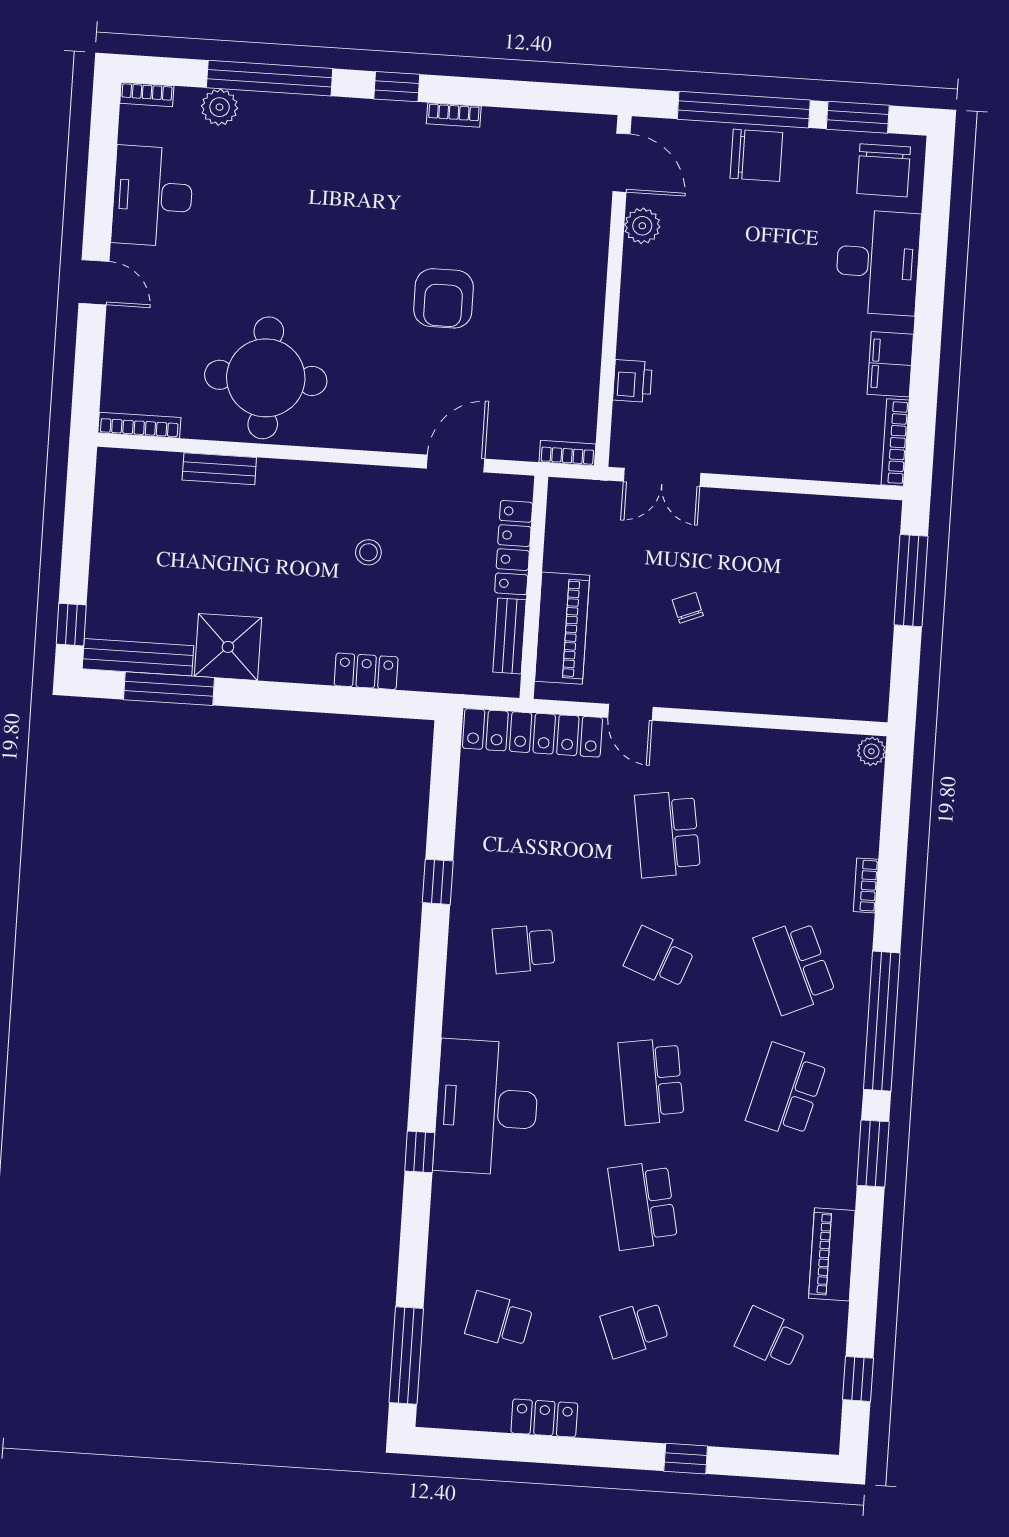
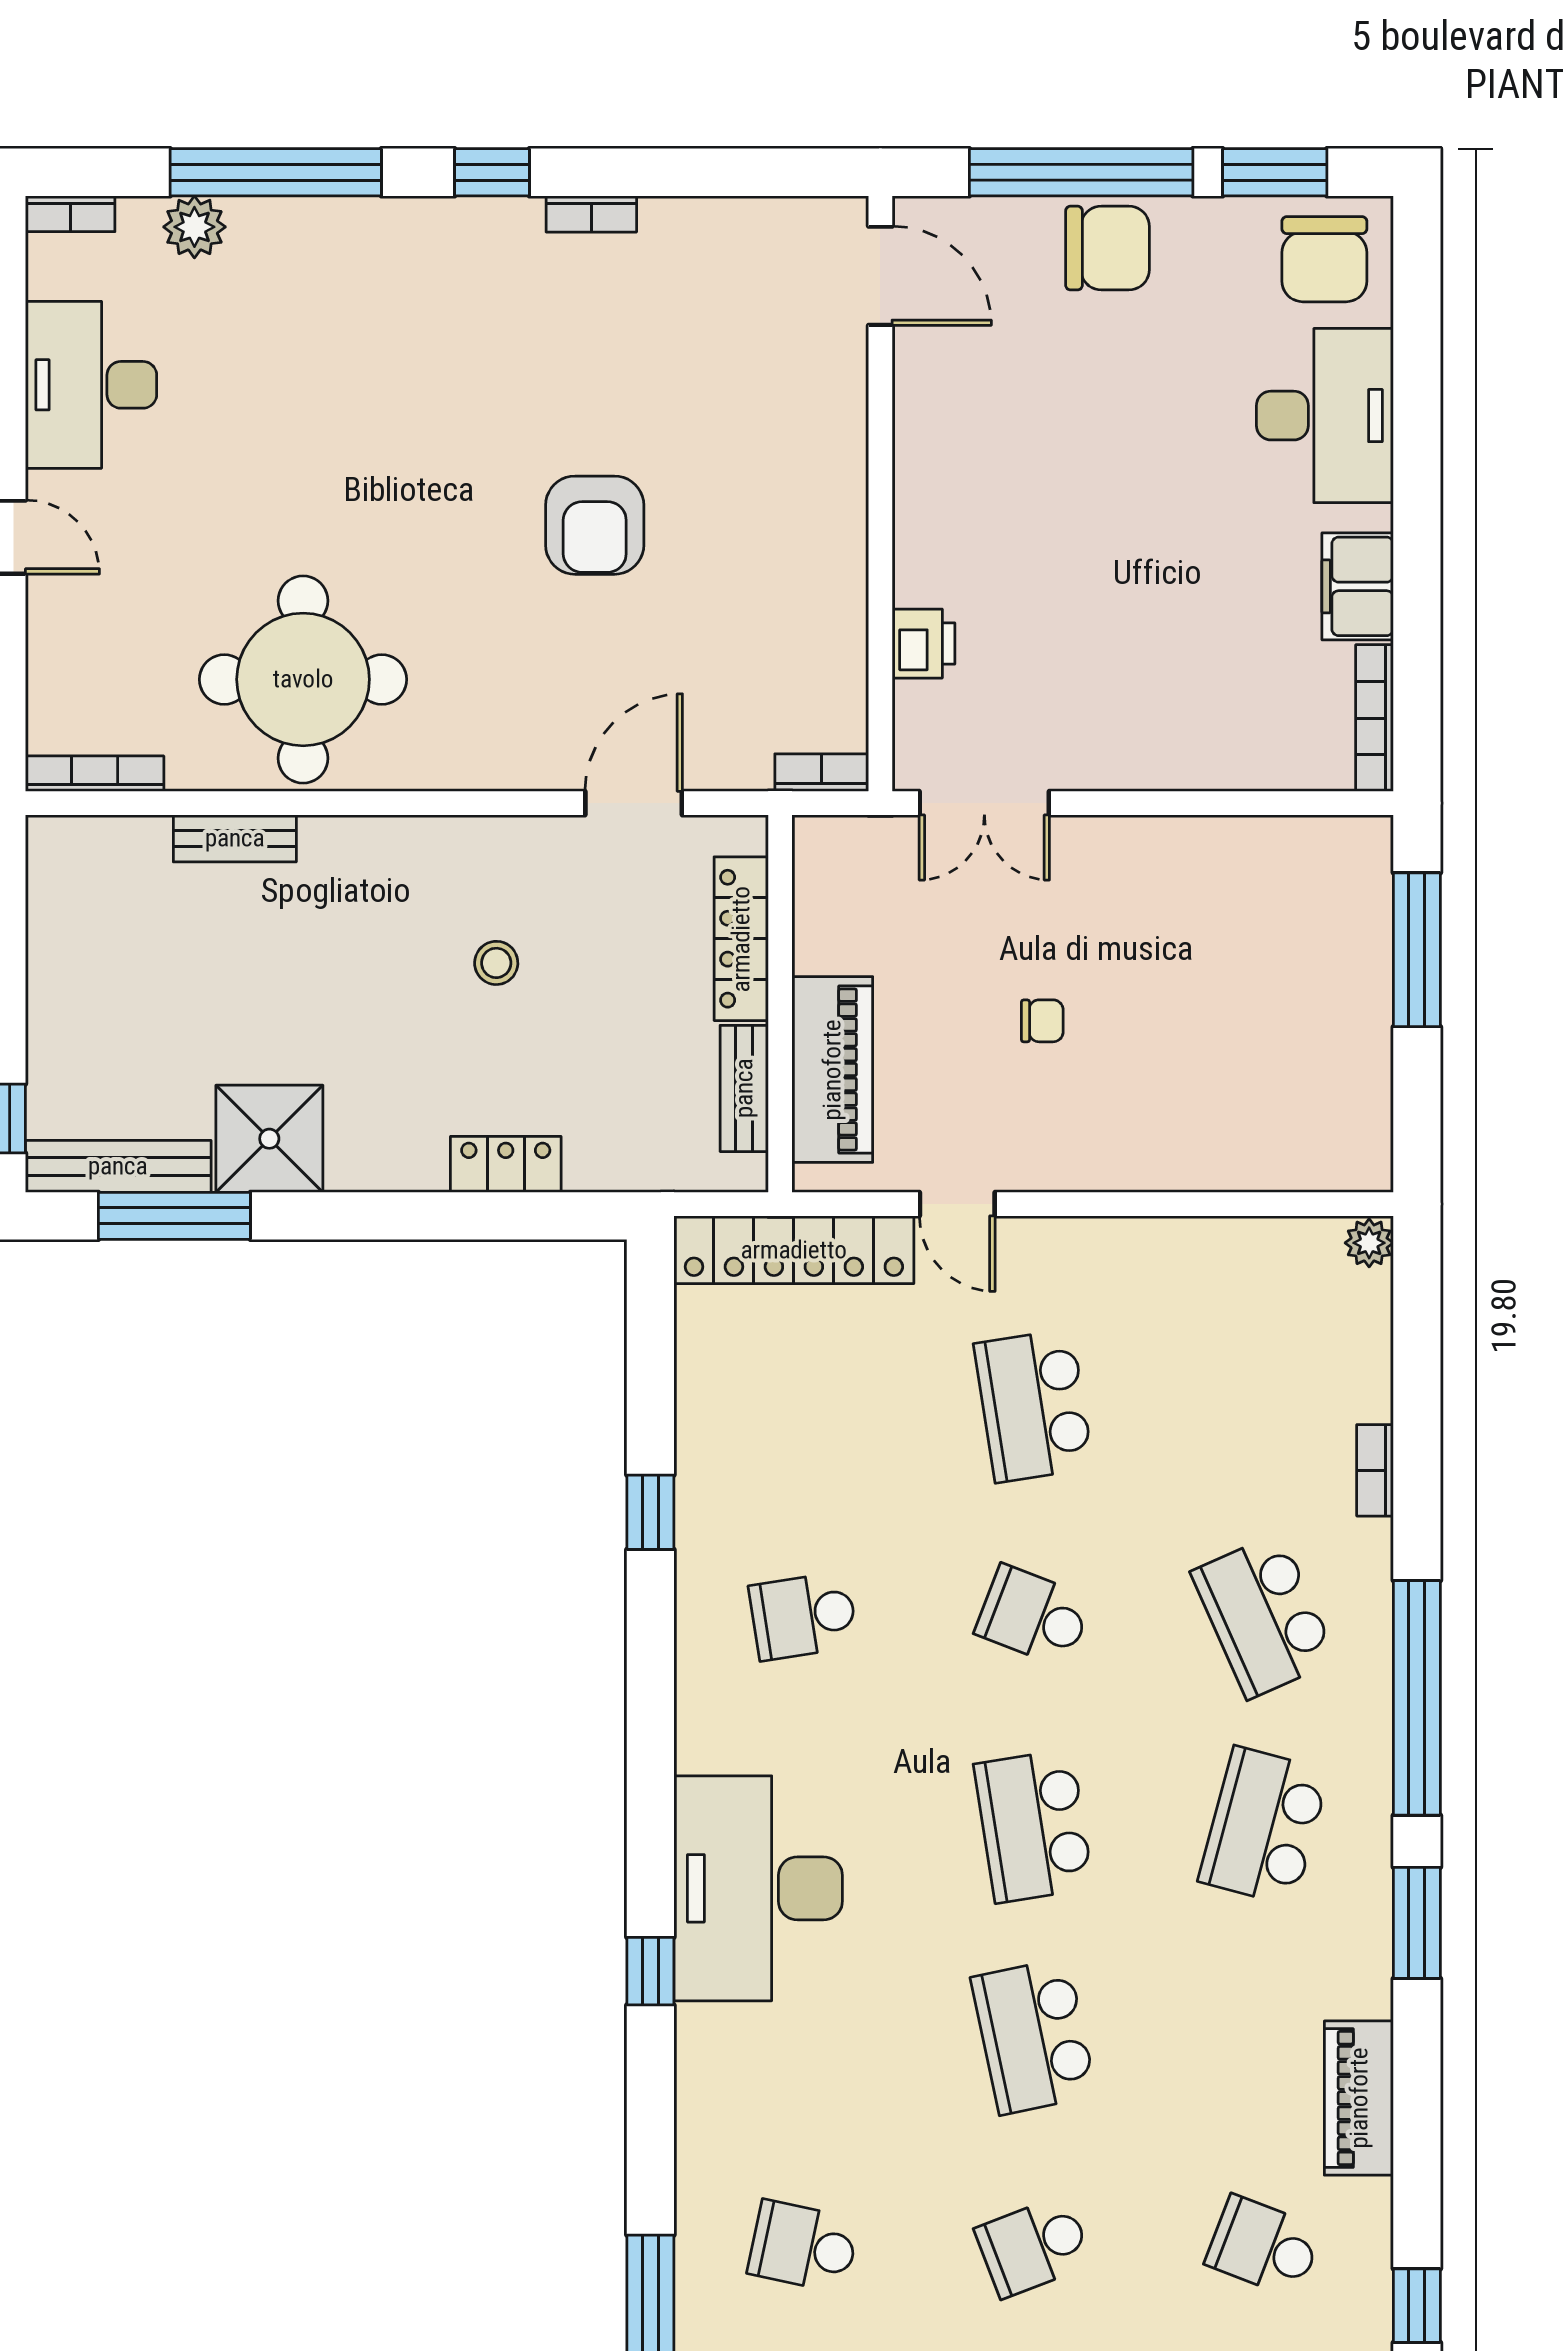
plant: (642, 226) -> (923, 380), removed
chair: (688, 608) -> (1042, 1021), turned 112

